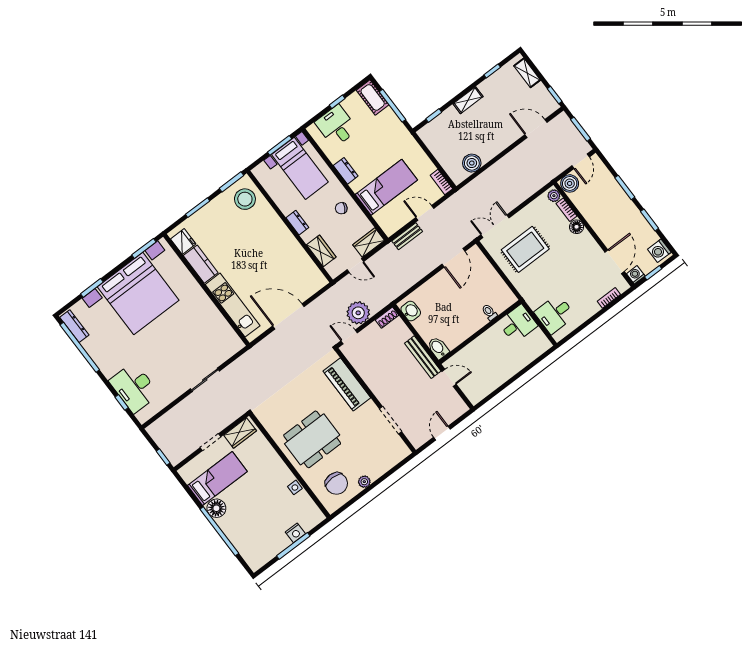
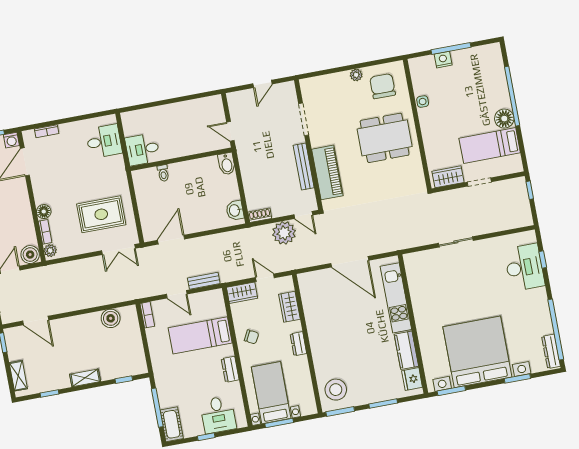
bench: (423, 357) -> (304, 167), moved

